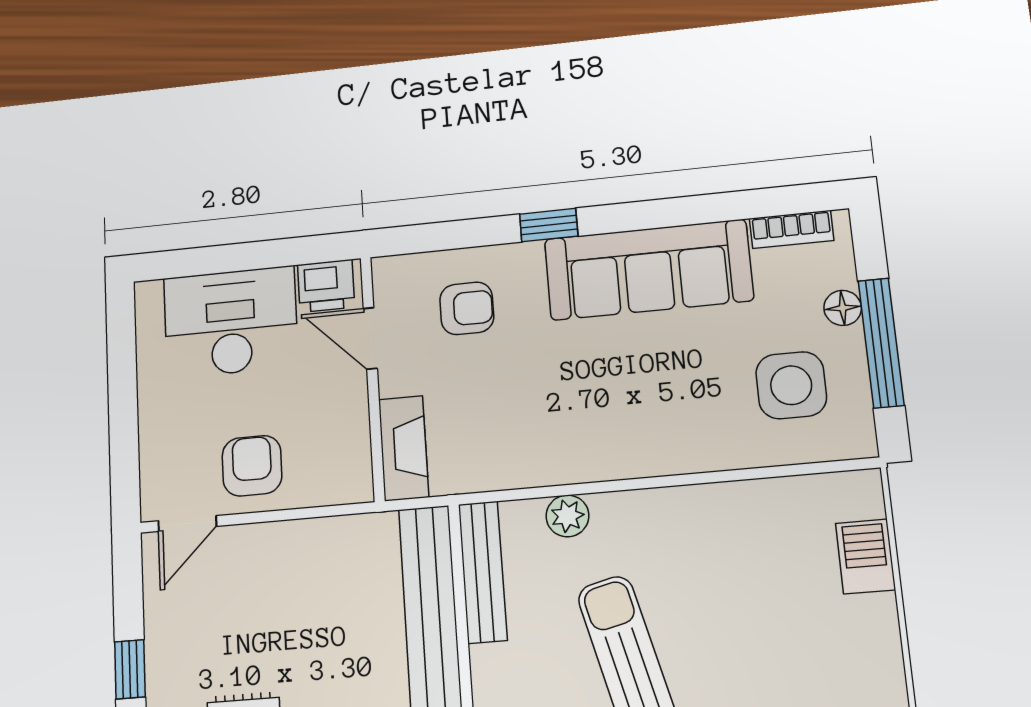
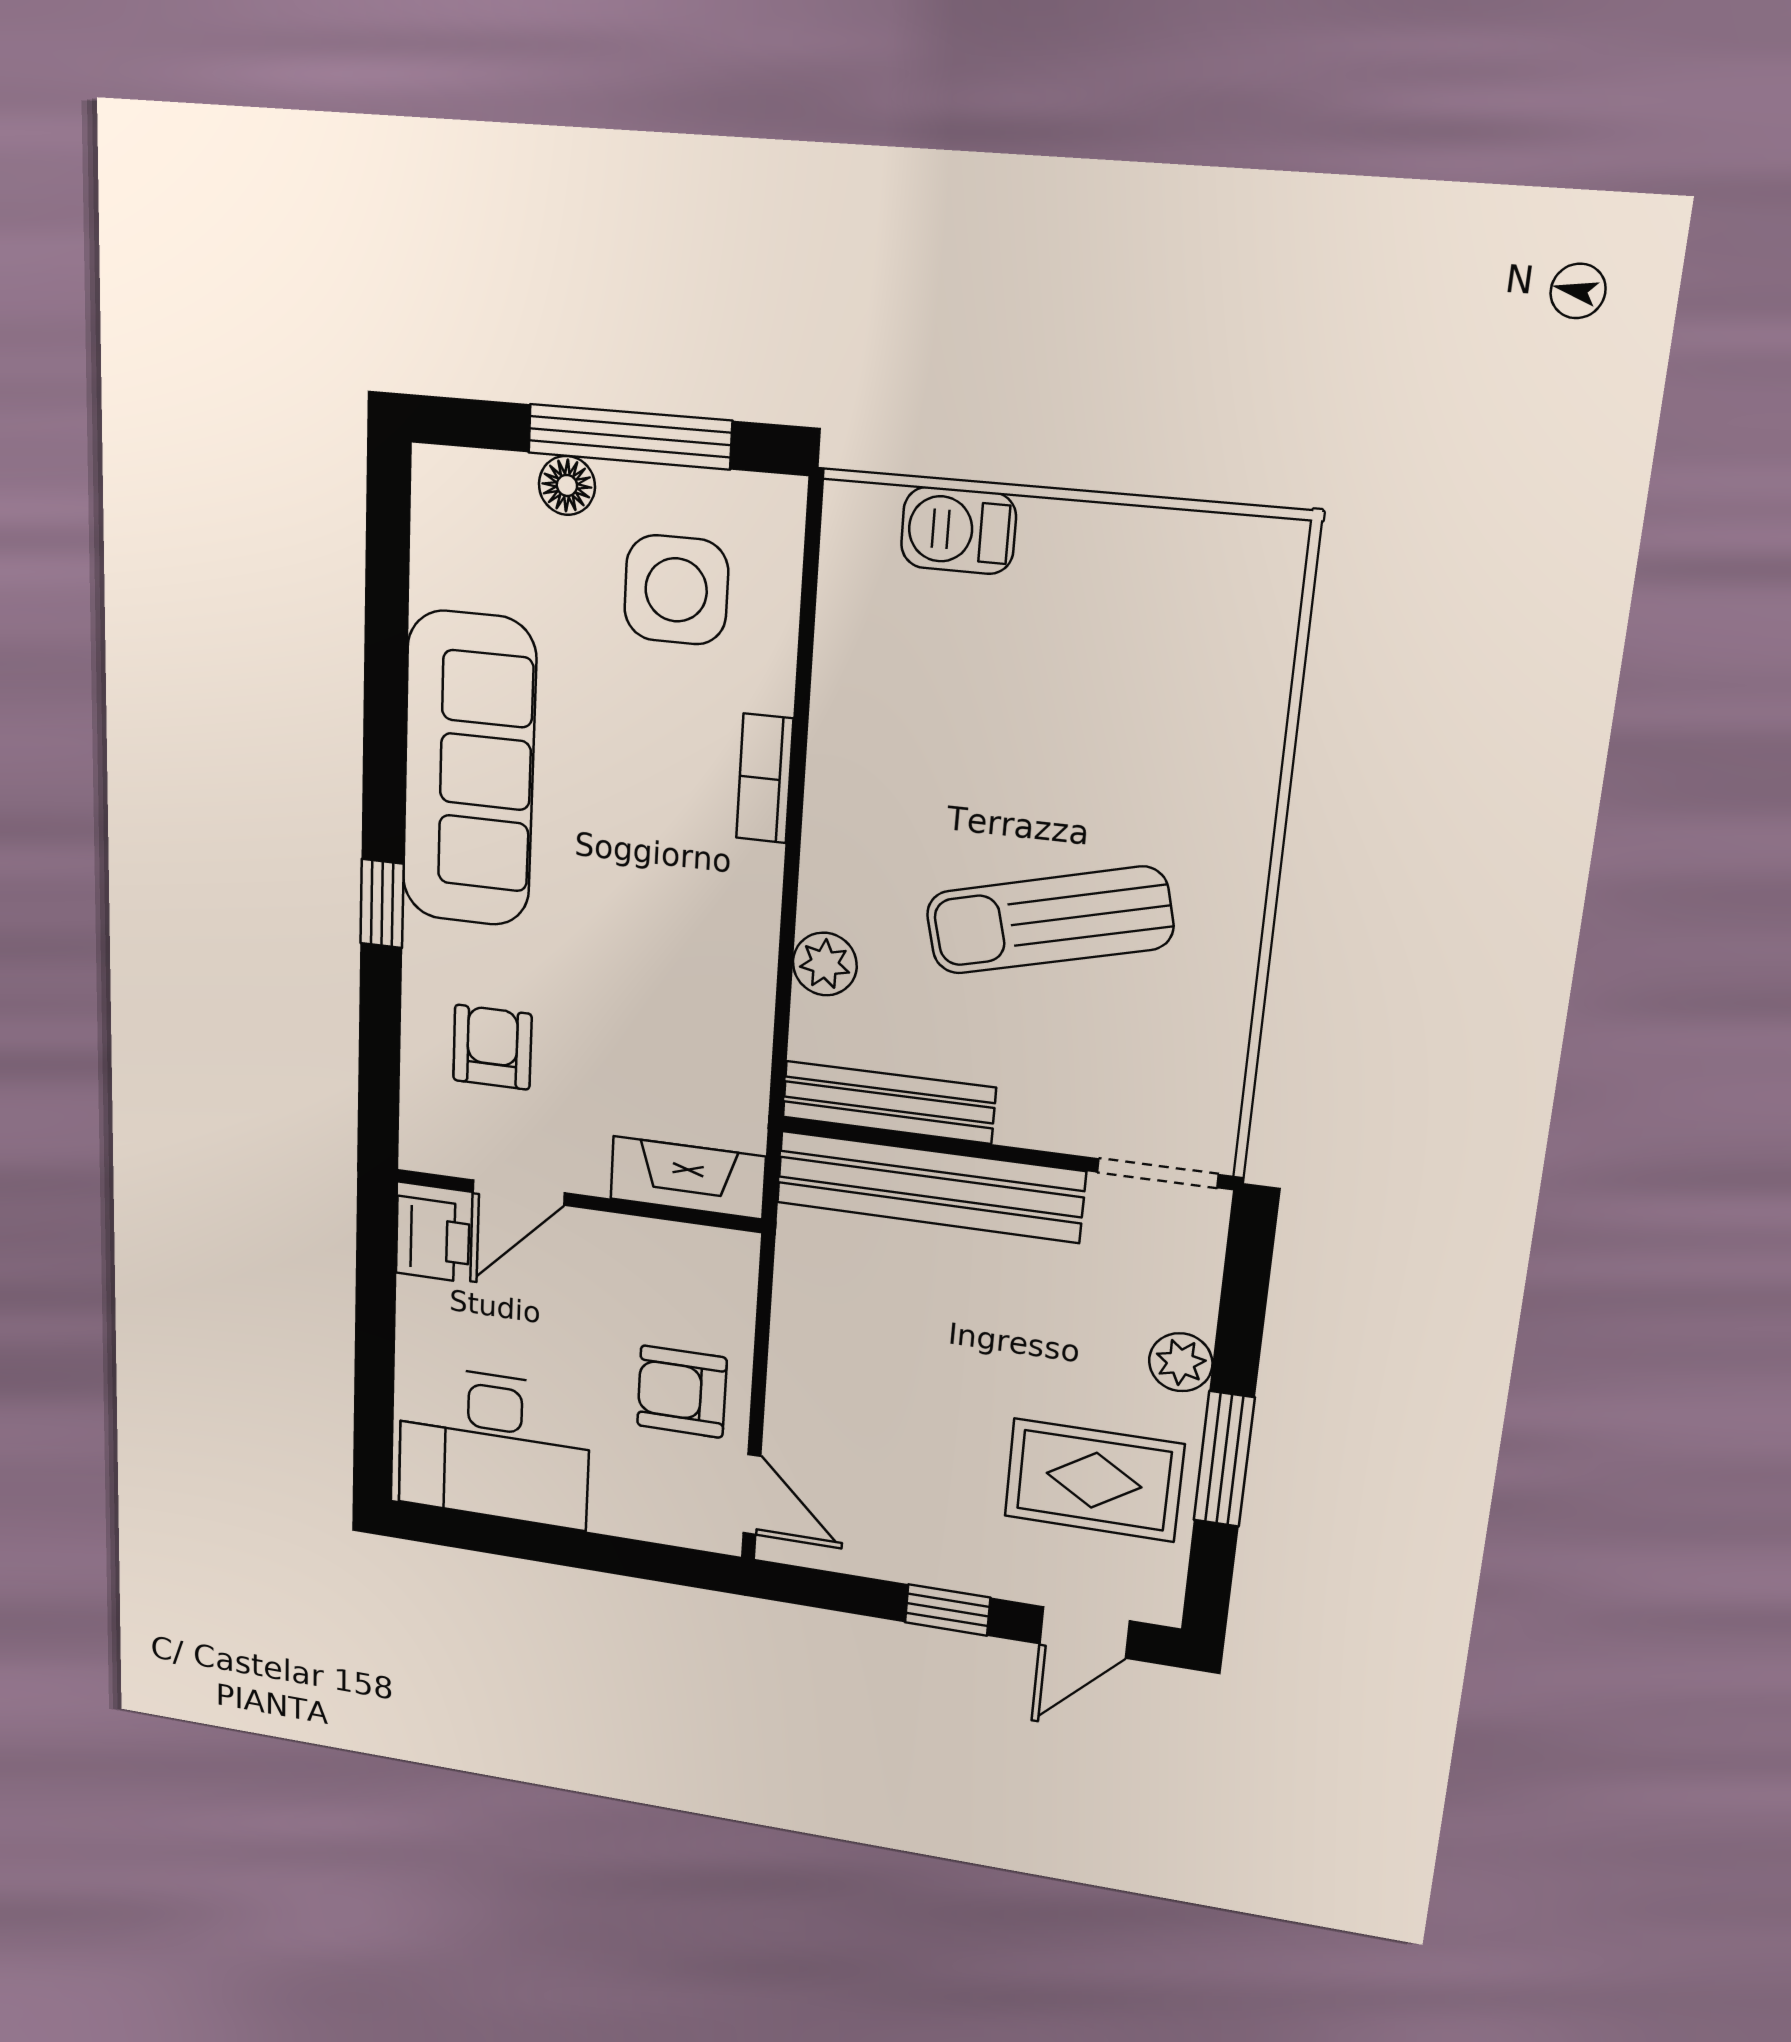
bookcase: (792, 229) -> (765, 778), moved, turned 180
desk: (231, 322) -> (494, 1447), moved, turned -90

